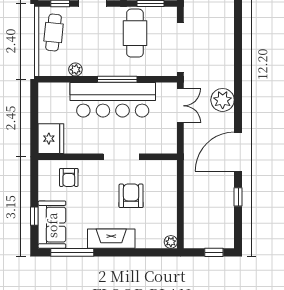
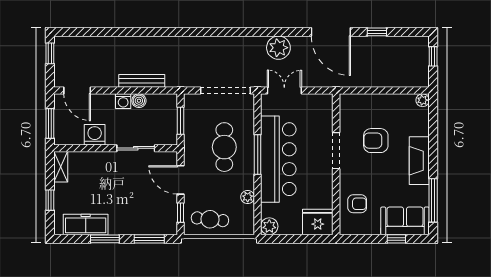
cafe table: (135, 33) -> (224, 147), moved, turned 90
plant: (47, 91) -> (269, 226), added

